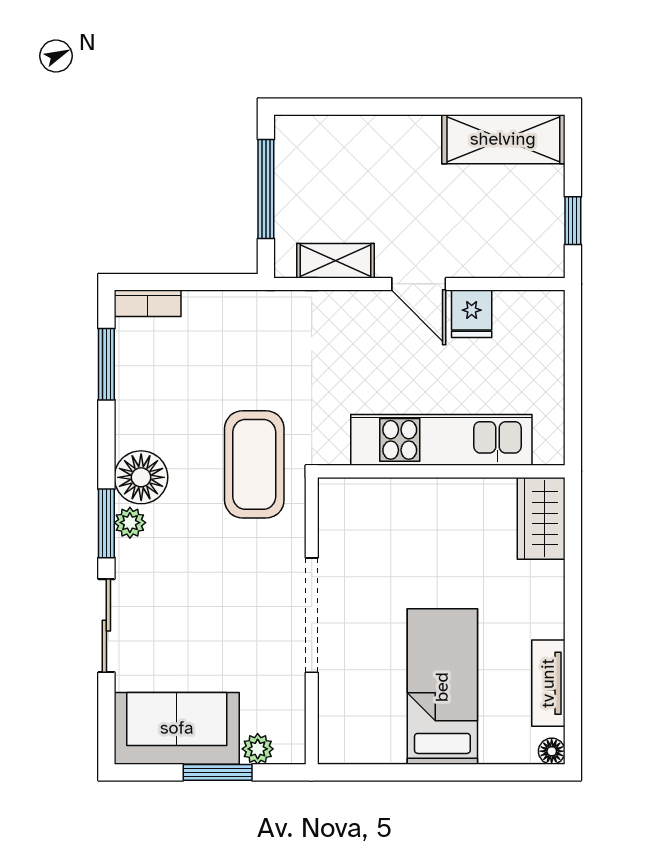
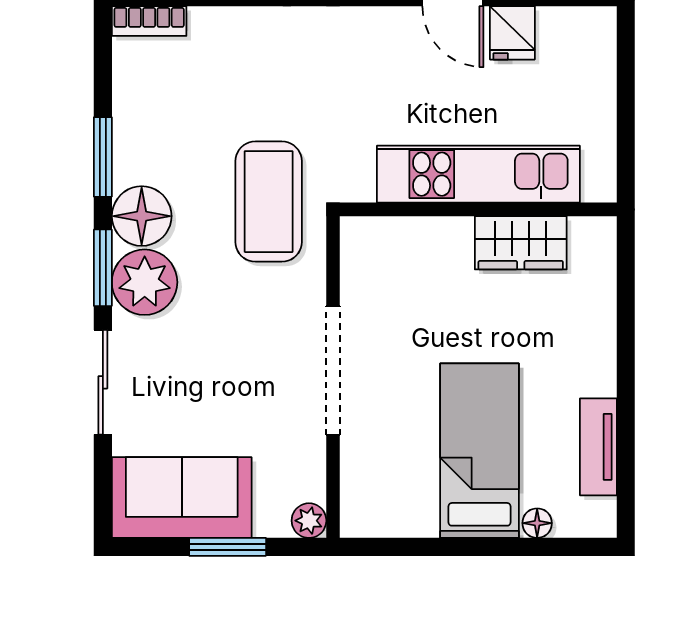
window: (106, 364) -> (103, 157), moved
wardrobe: (541, 518) -> (521, 243), moved, turned -90
plant: (130, 523) -> (145, 282), width x1.88, depth x1.88
plant: (258, 749) -> (309, 521), moved
floor lamp: (552, 751) -> (537, 523), moved

